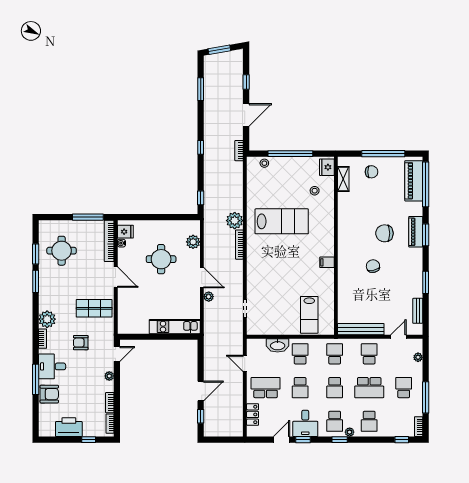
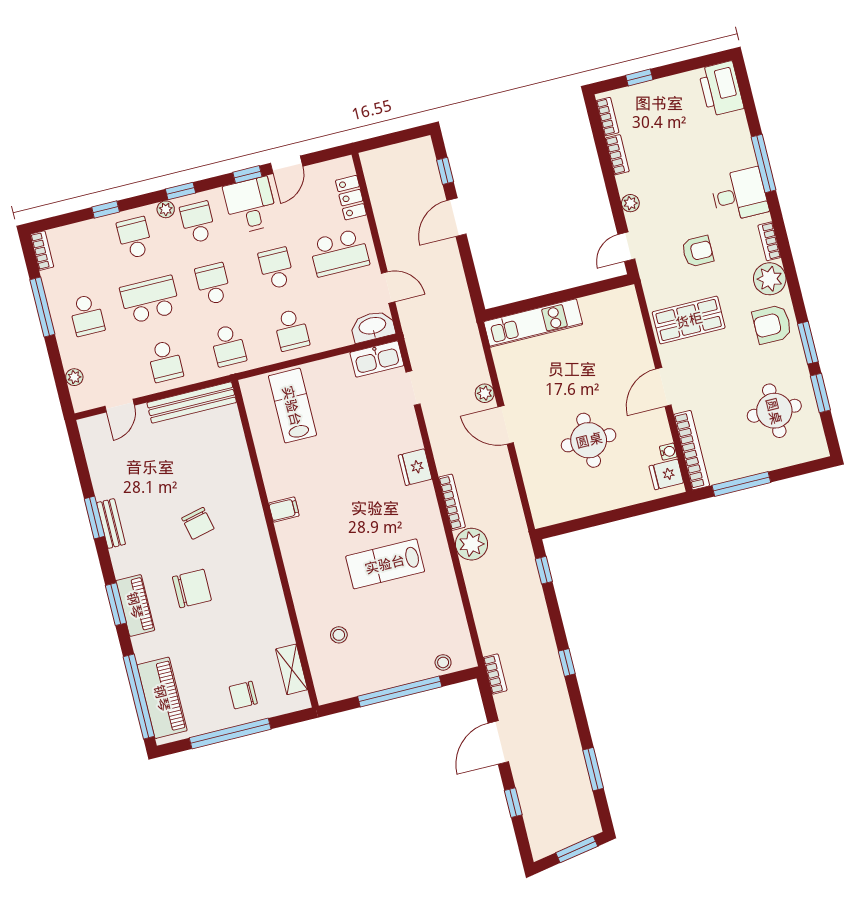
fridge: (327, 167) -> (415, 467), moved, turned 180
lab bench: (282, 221) -> (385, 564), width x0.73, depth x0.72
plant: (193, 242) -> (538, 486), removed
door: (116, 277) -> (663, 387), hinge flipped
bench: (418, 311) -> (111, 523), moved
kitchen sink: (260, 328) -> (377, 359), added
washbasin: (278, 345) -> (373, 326), moved
armchair: (49, 394) -> (772, 324), moved
printer: (69, 427) -> (721, 89), moved, turned 90
window: (402, 440) -> (106, 210), moved

